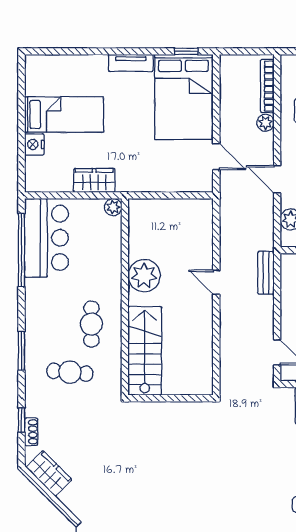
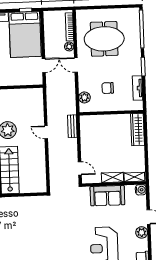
door: (216, 156) -> (44, 65), hinge flipped
door: (277, 179) -> (76, 65), moved

